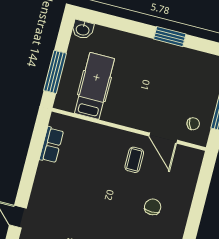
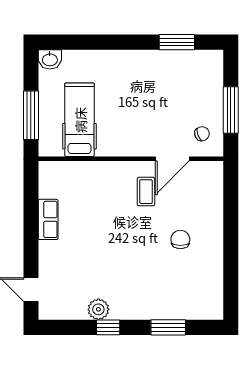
window: (170, 37) -> (177, 42), moved
door: (163, 138) -> (172, 159), hinge flipped
row of seats: (51, 145) -> (48, 219), moved

